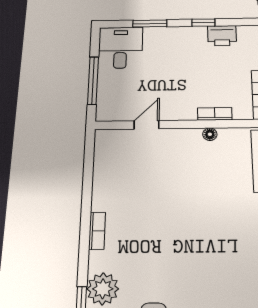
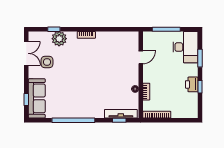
printer: (222, 36) -> (192, 84), moved
desk: (120, 48) -> (186, 47), width x1.37
door: (147, 125) -> (141, 57), hinge flipped

